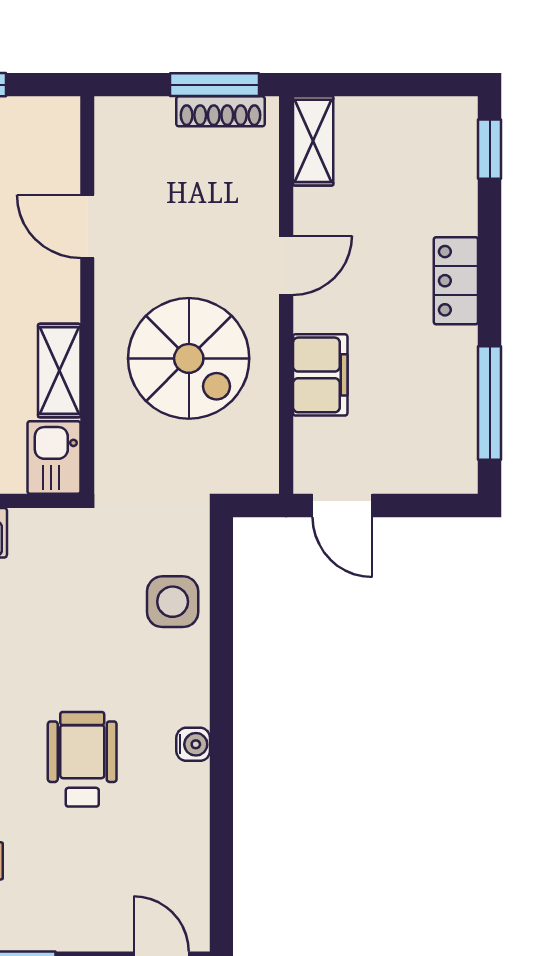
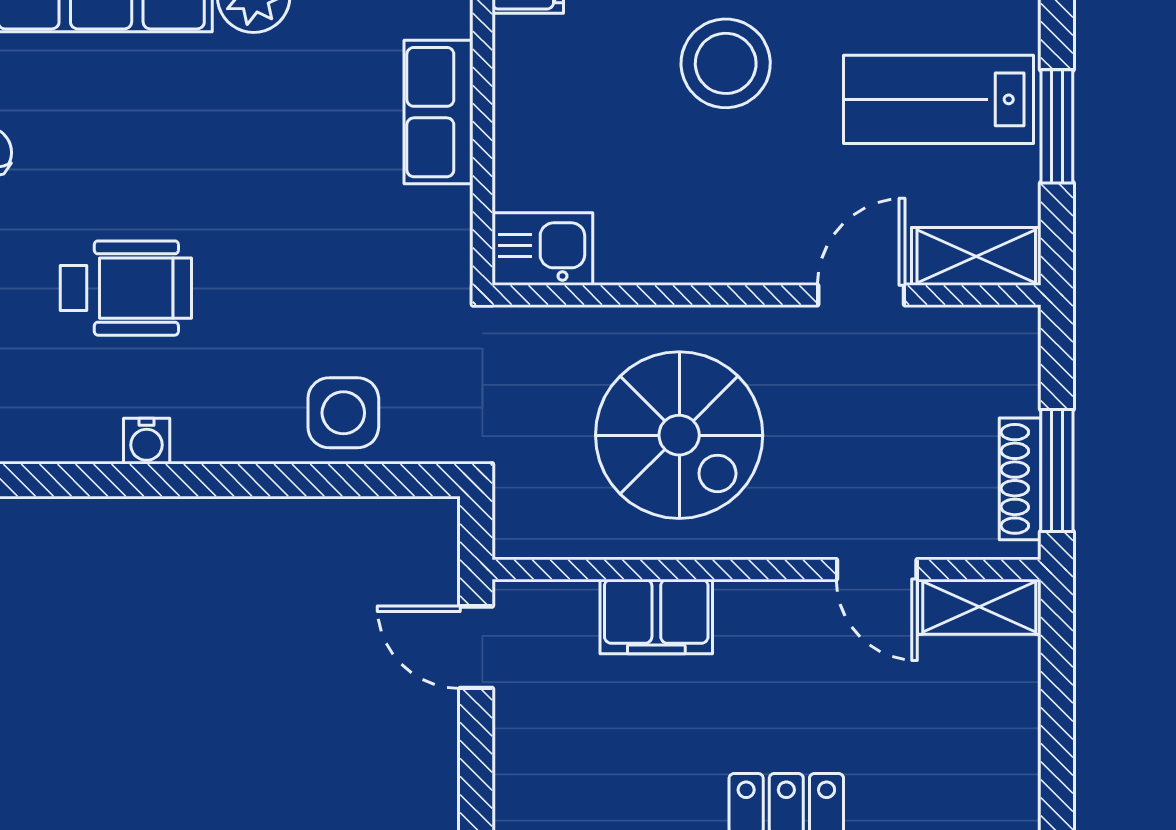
door: (286, 265) -> (877, 569), moved
spiral stairs: (189, 358) -> (679, 435), turned -90
shelving: (59, 371) -> (976, 256), moved
door: (342, 505) -> (476, 647), hinge flipped

